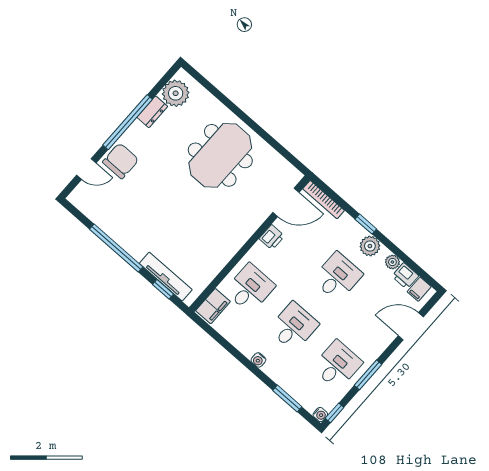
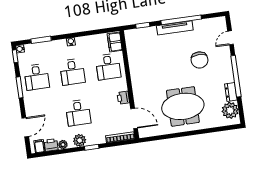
meeting table: (220, 155) -> (183, 106), turned 90
chair: (121, 161) -> (199, 60), moved
door: (286, 202) -> (134, 118), swing flipped
tv unit: (166, 277) -> (175, 28), moved

